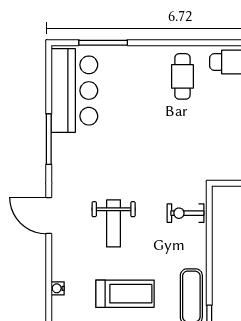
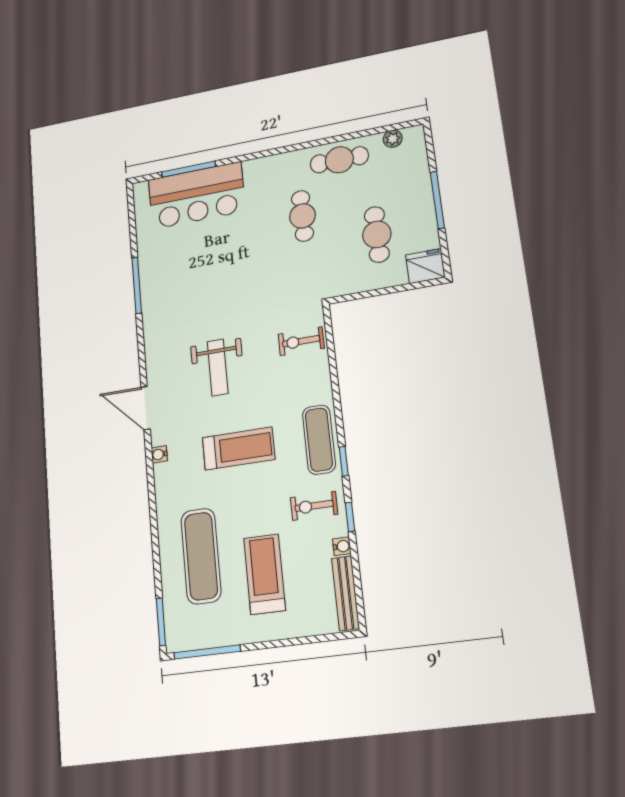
cafe table: (182, 76) -> (302, 216), moved
bar counter: (74, 91) -> (197, 195), moved, turned 90
door: (49, 215) -> (146, 408), moved

